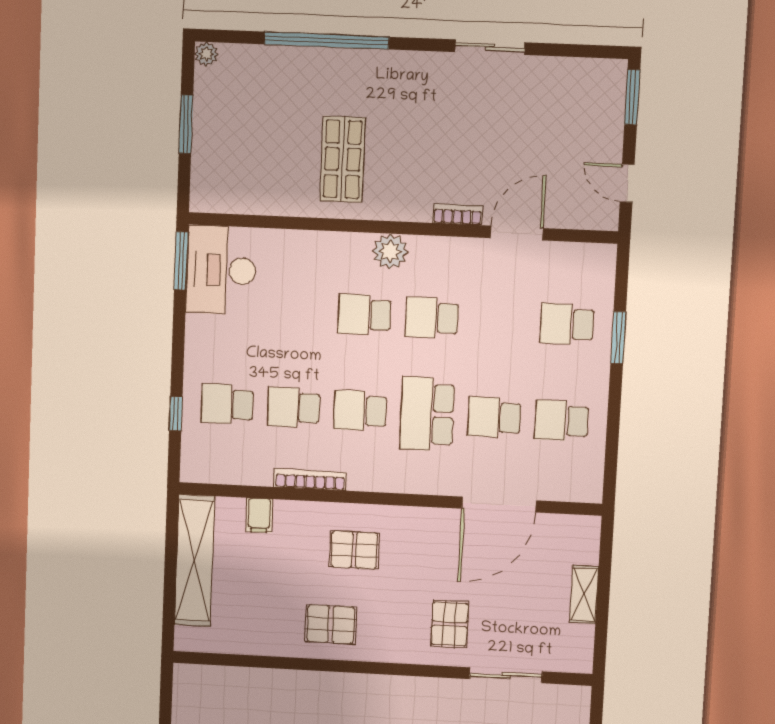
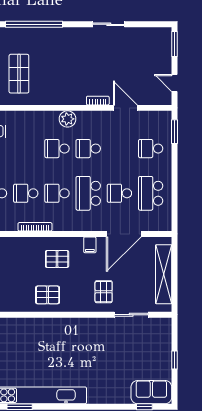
shop shelf: (343, 159) -> (19, 74), moved
door: (517, 233) -> (125, 108), hinge flipped
window: (618, 338) -> (175, 132), moved
school desk: (562, 421) -> (151, 193), width x1.85
filing cabinet: (259, 515) -> (90, 245), moved
shelving: (584, 594) -> (164, 274), width x2.20, depth x1.33

